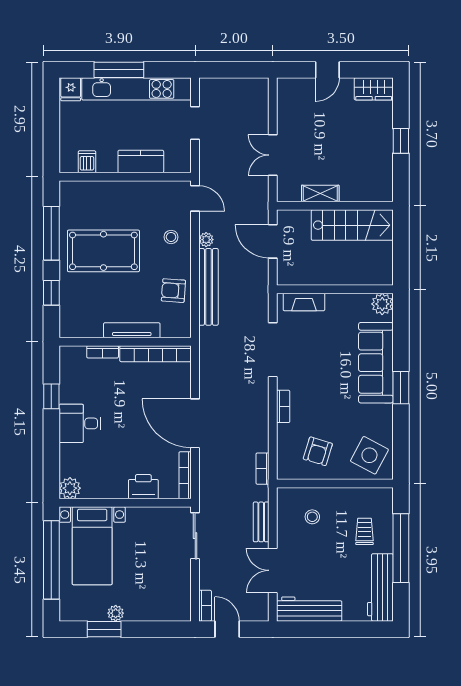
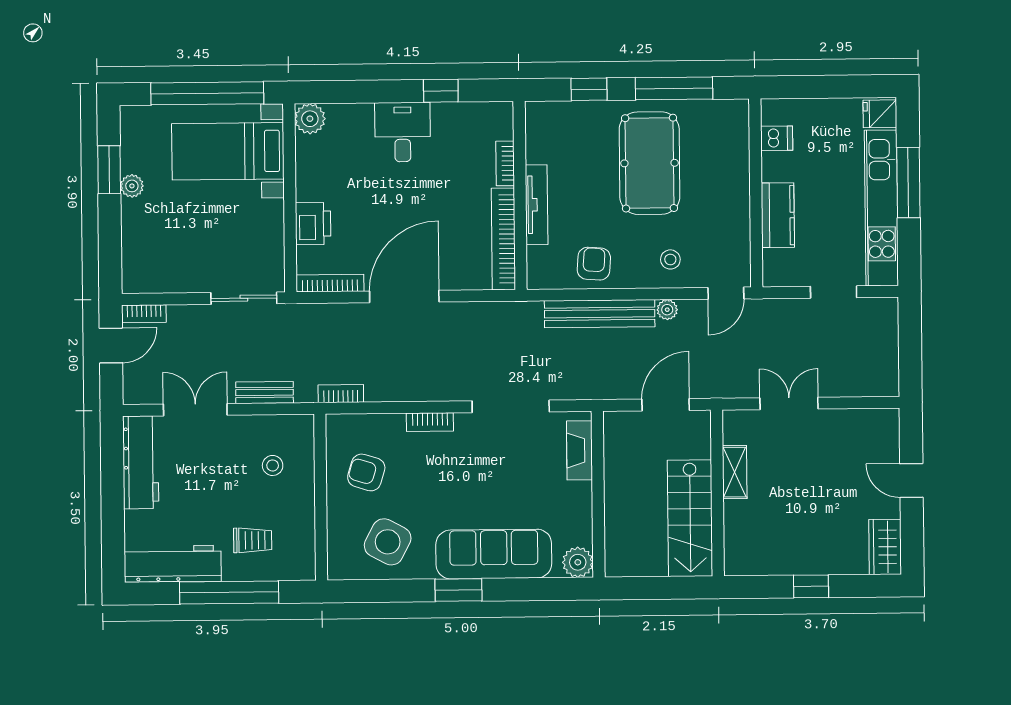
side table: (369, 455) -> (388, 542), moved

